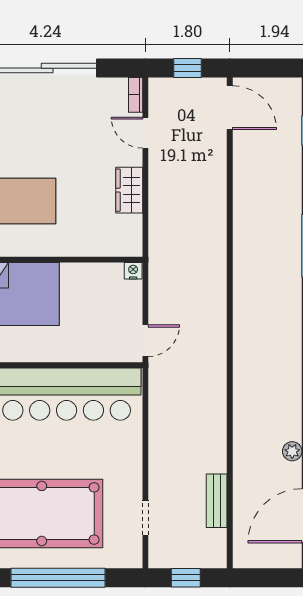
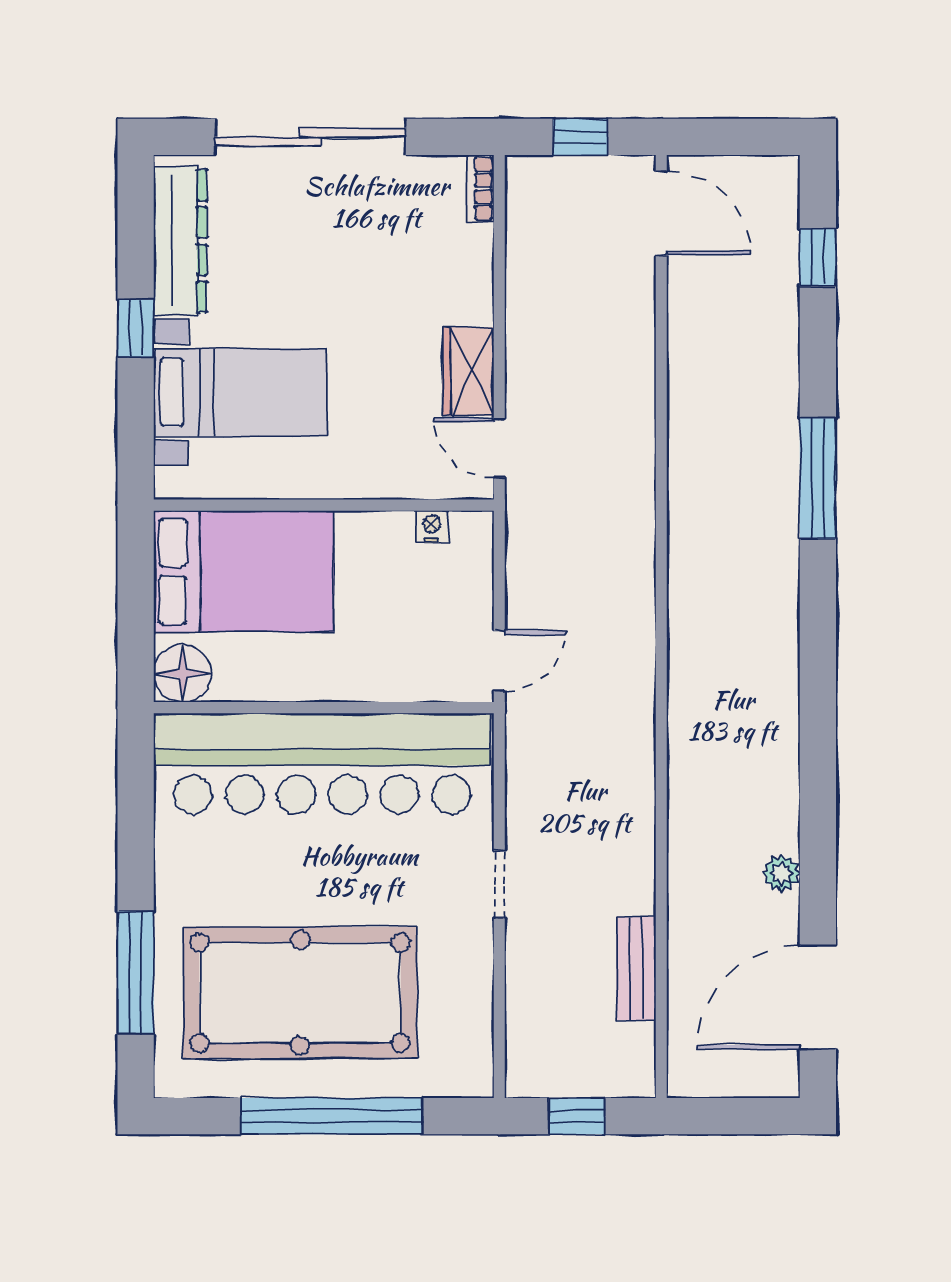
door: (145, 133) -> (499, 448), moved
nightstand: (133, 271) -> (432, 526), moved
doorway: (145, 518) -> (499, 884), moved

